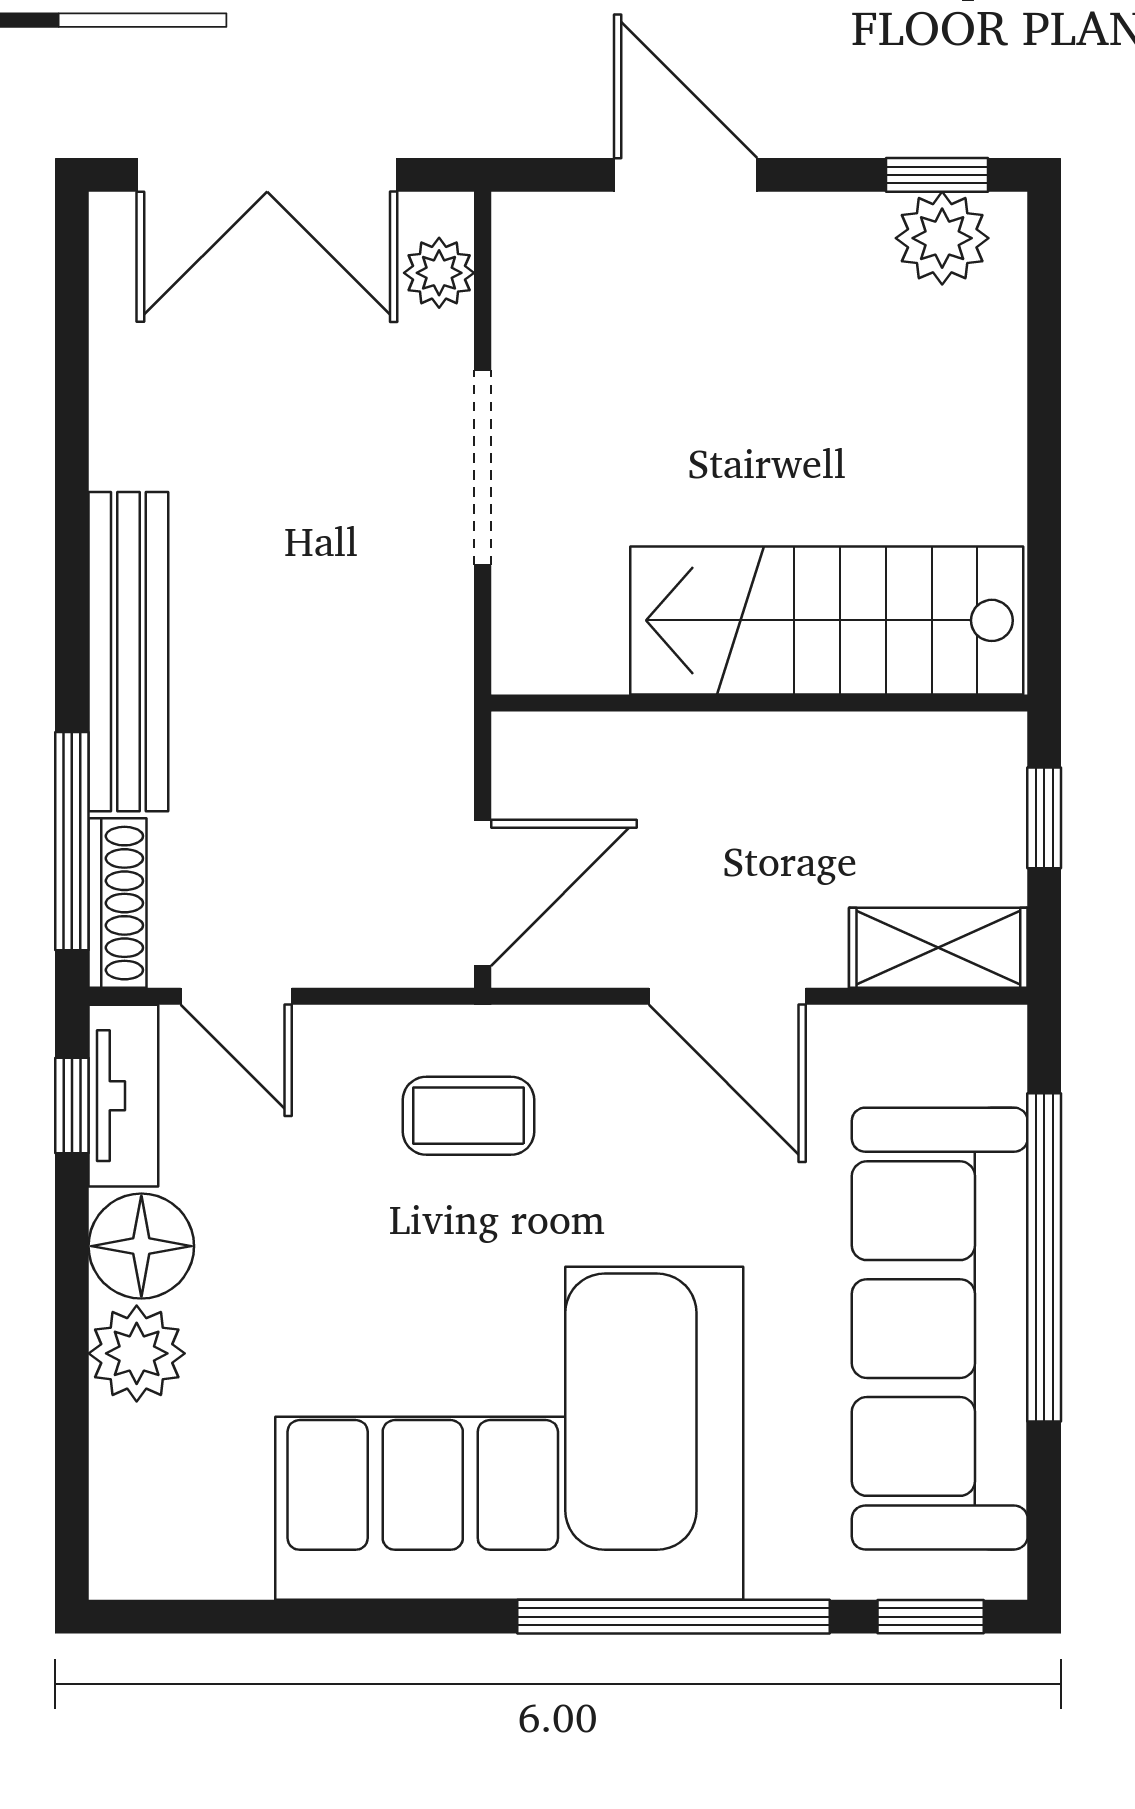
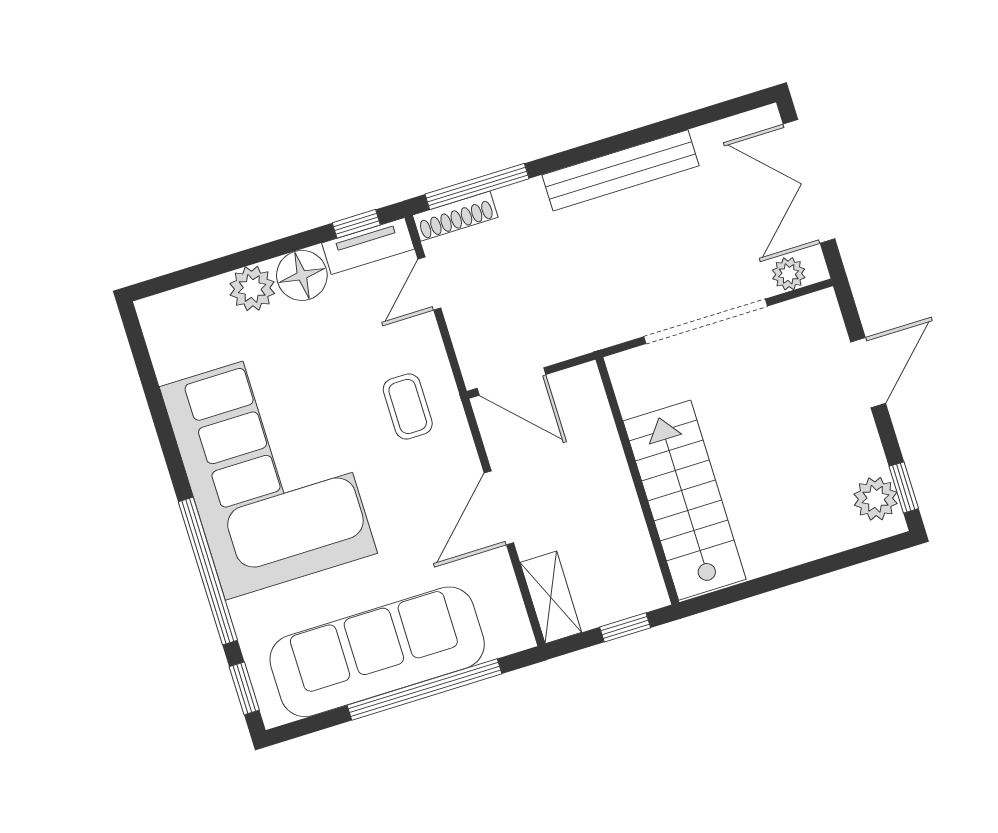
doorway: (483, 468) -> (706, 321), width x1.36
bench: (128, 652) -> (620, 170), moved

